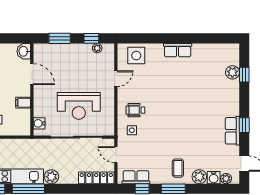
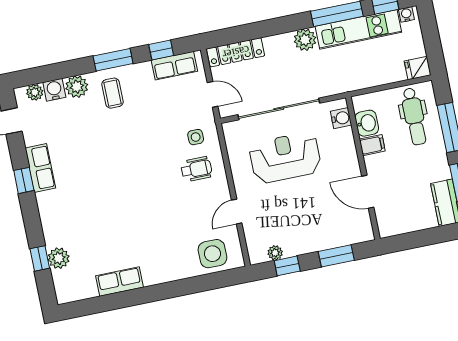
row of seats: (178, 50) -> (120, 281), moved
washbasin: (24, 51) -> (367, 123), moved

